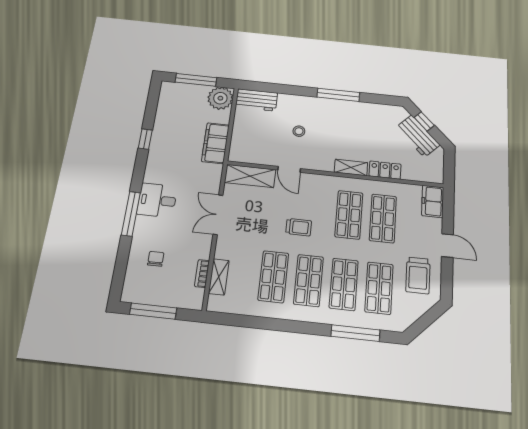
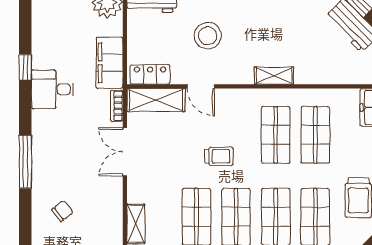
stool: (299, 131) -> (208, 36), width x1.89, depth x1.89
locker: (385, 170) -> (150, 74), moved
desk: (157, 200) -> (52, 89), moved
chair: (156, 259) -> (63, 211), turned 53
bookcase: (202, 274) -> (117, 106), moved

